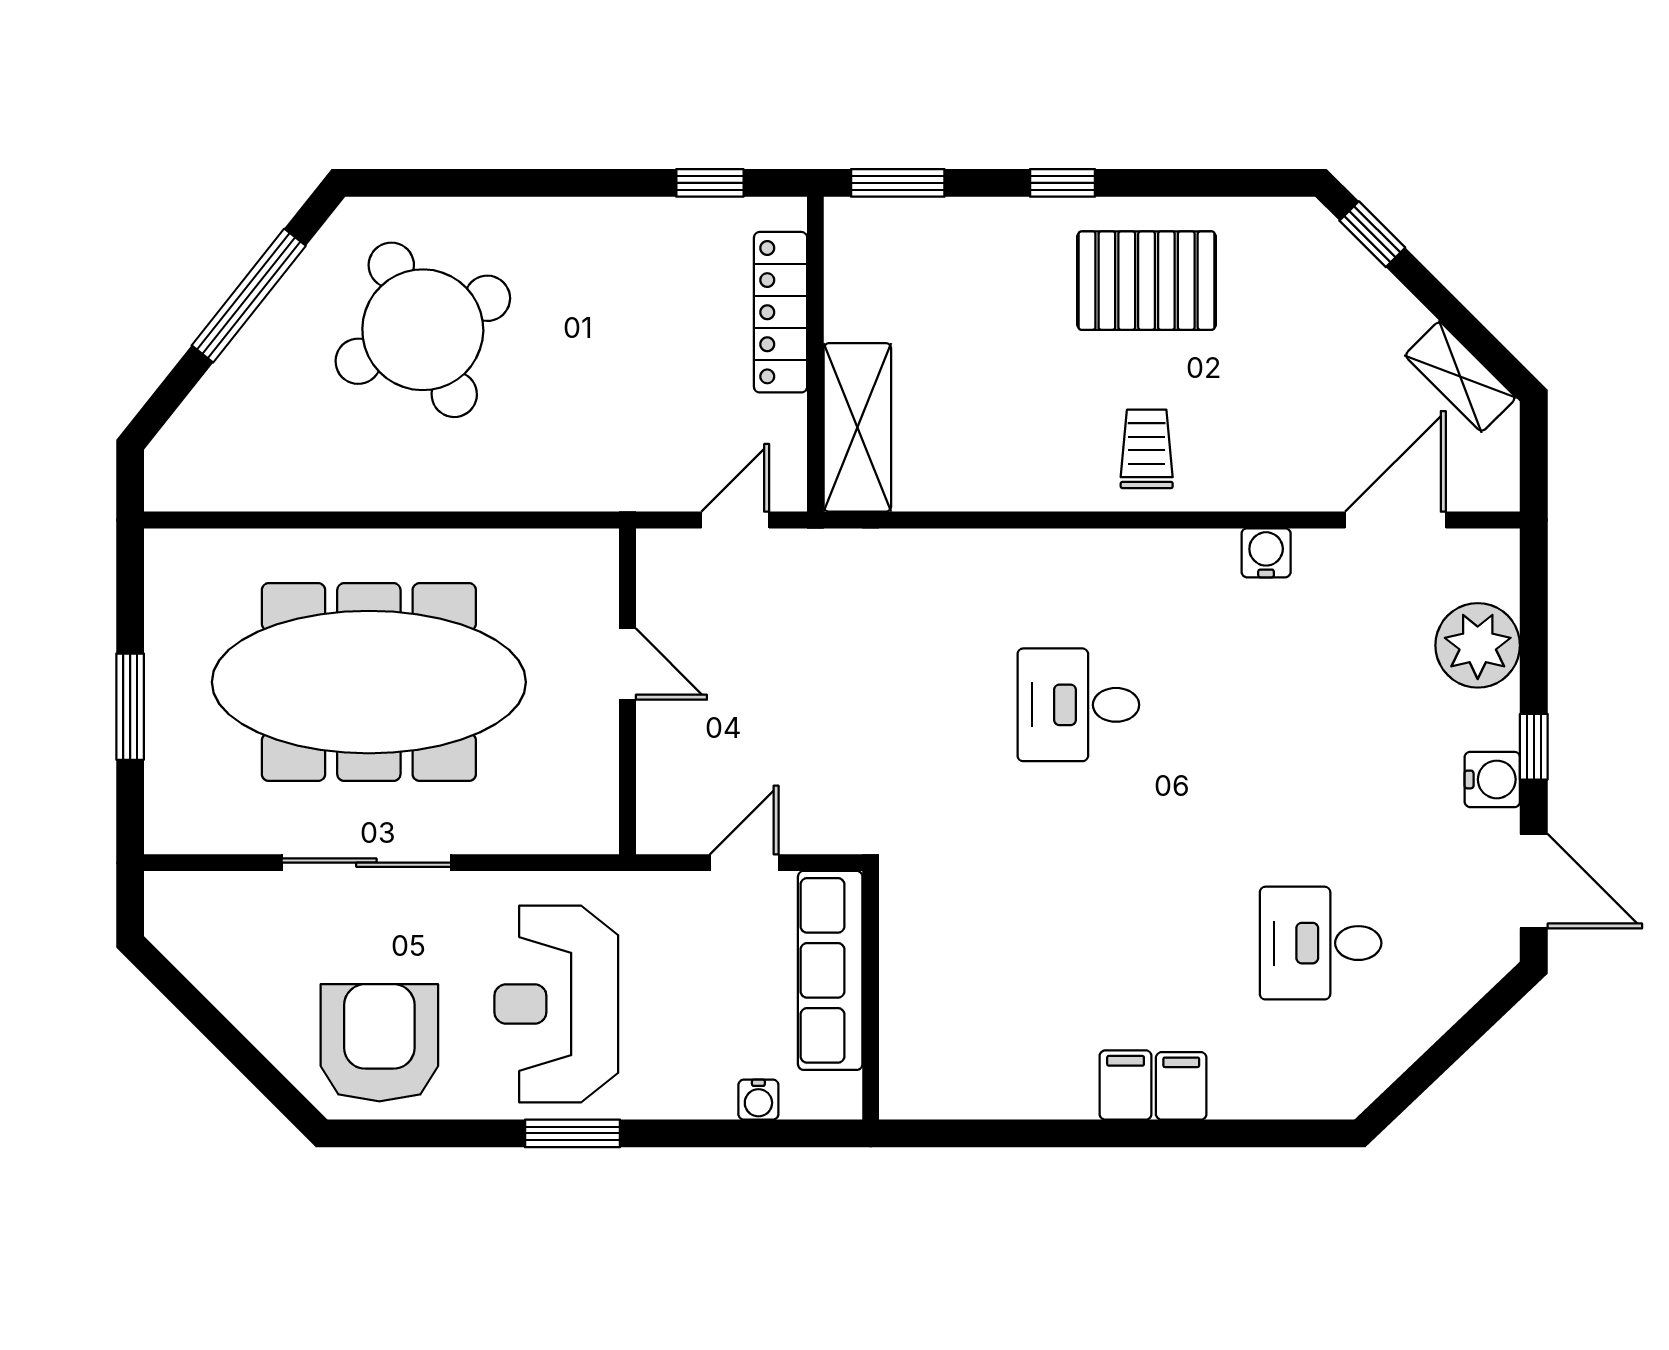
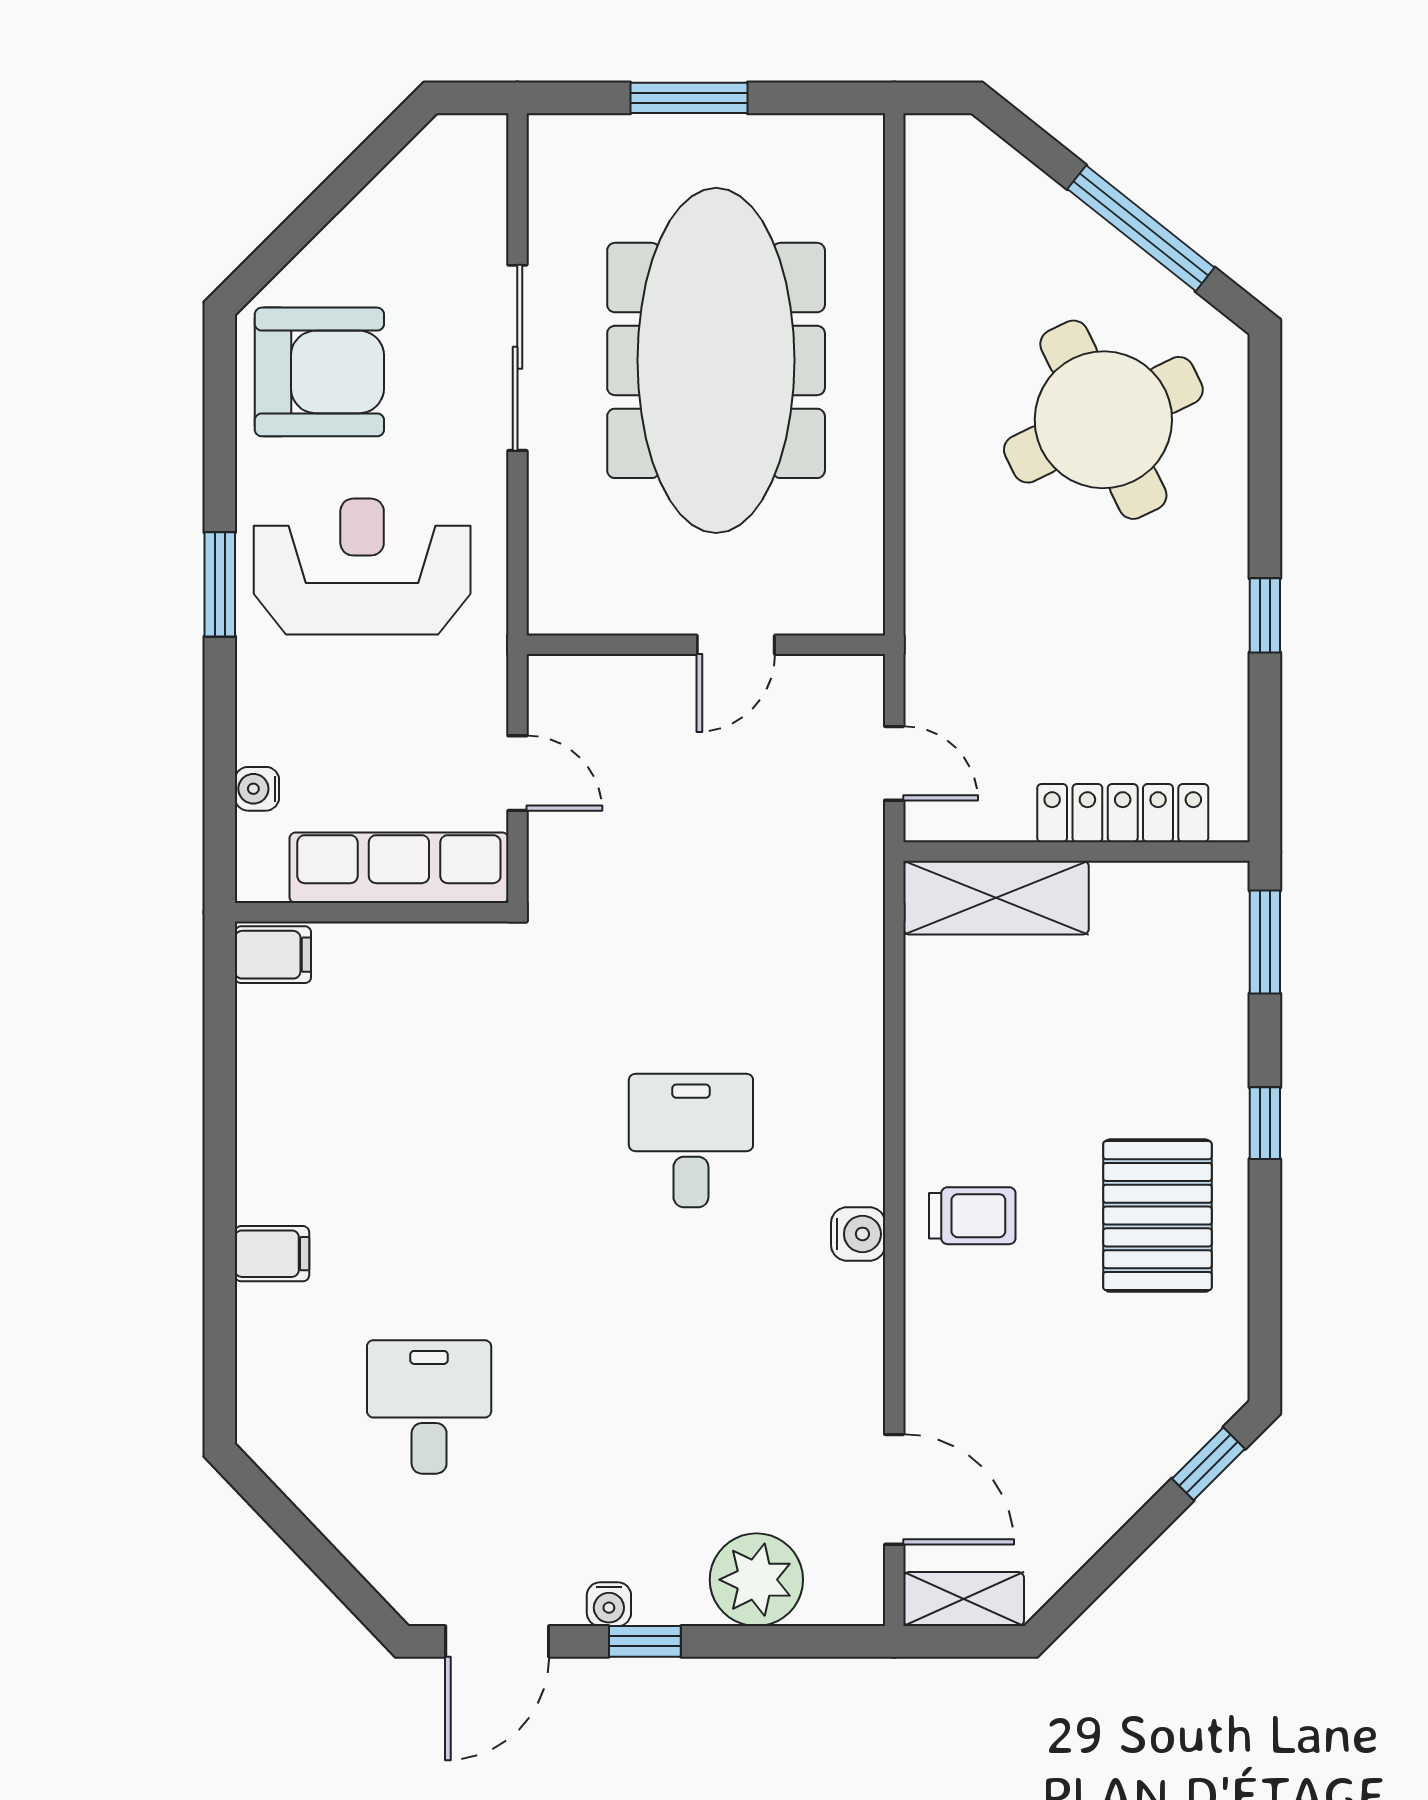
window: (710, 183) -> (1265, 615), moved
shelving: (1460, 377) -> (964, 1599), moved, turned 45
water cooler: (1266, 553) -> (858, 1234), moved
water cooler: (1492, 779) -> (609, 1604), width x0.72, depth x0.72
filing cabinet: (1126, 1085) -> (273, 955), moved

